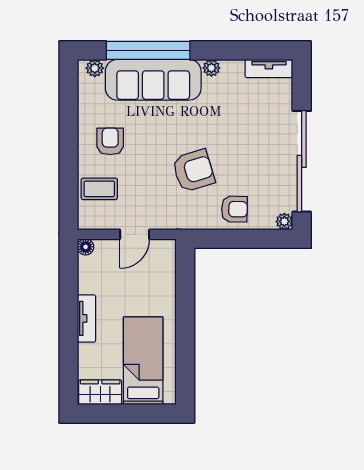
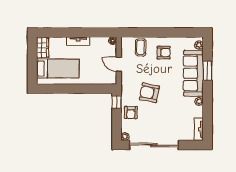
window: (148, 50) -> (207, 71), width x0.47
armchair: (194, 171) -> (149, 93), turned 118
window: (213, 239) -> (117, 102), added

